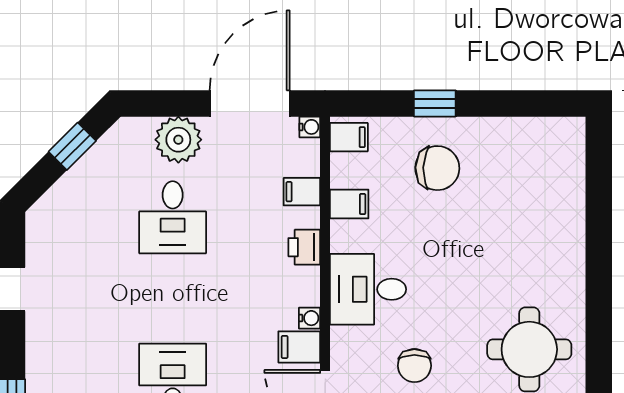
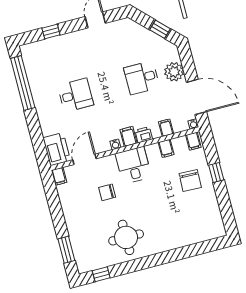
filing cabinet: (299, 347) -> (129, 136), moved

